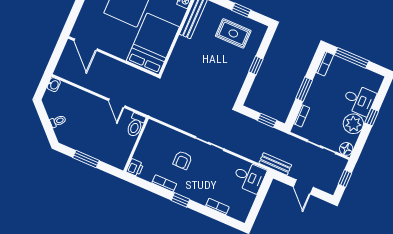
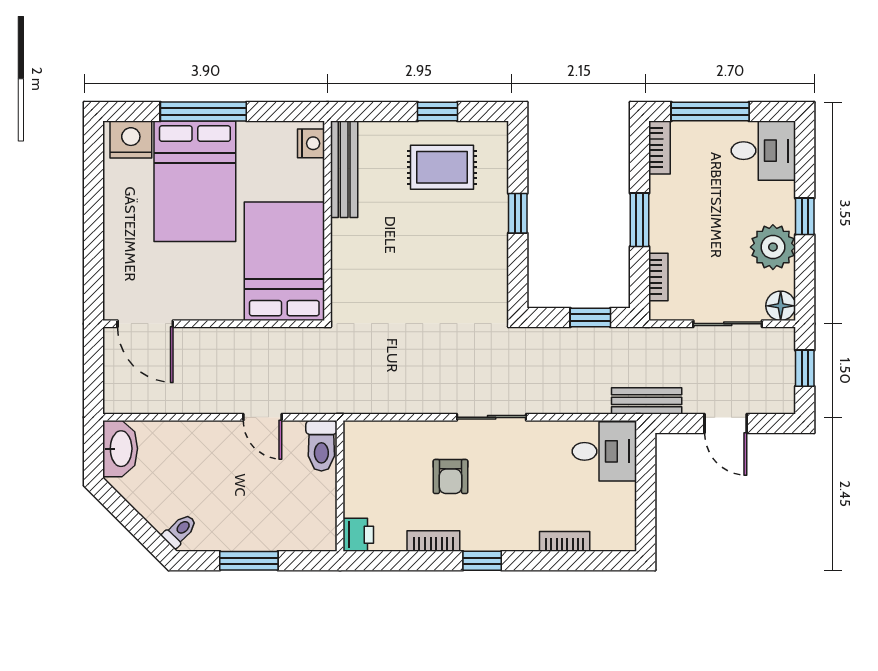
washbasin: (54, 85) -> (120, 449), width x1.91, depth x1.45
desk: (359, 100) -> (763, 151), moved
toilet: (58, 121) -> (180, 531), moved

